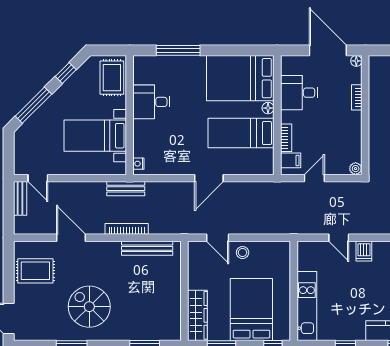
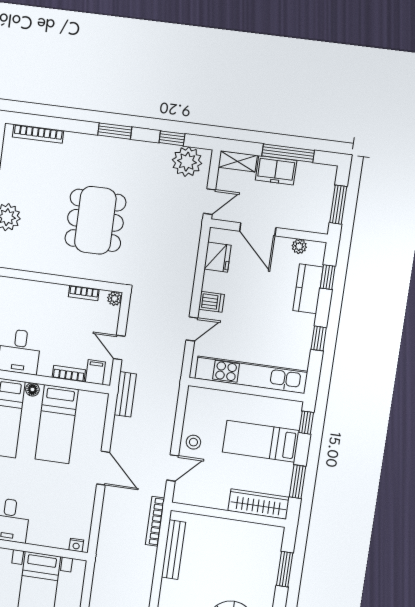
bookcase: (357, 97) -> (84, 293), moved
bench: (126, 189) -> (125, 394), moved
bookcase: (127, 229) -> (155, 521), moved
kitchen unit: (307, 306) -> (251, 375), width x1.36
bed: (251, 310) -> (261, 441), width x0.67

